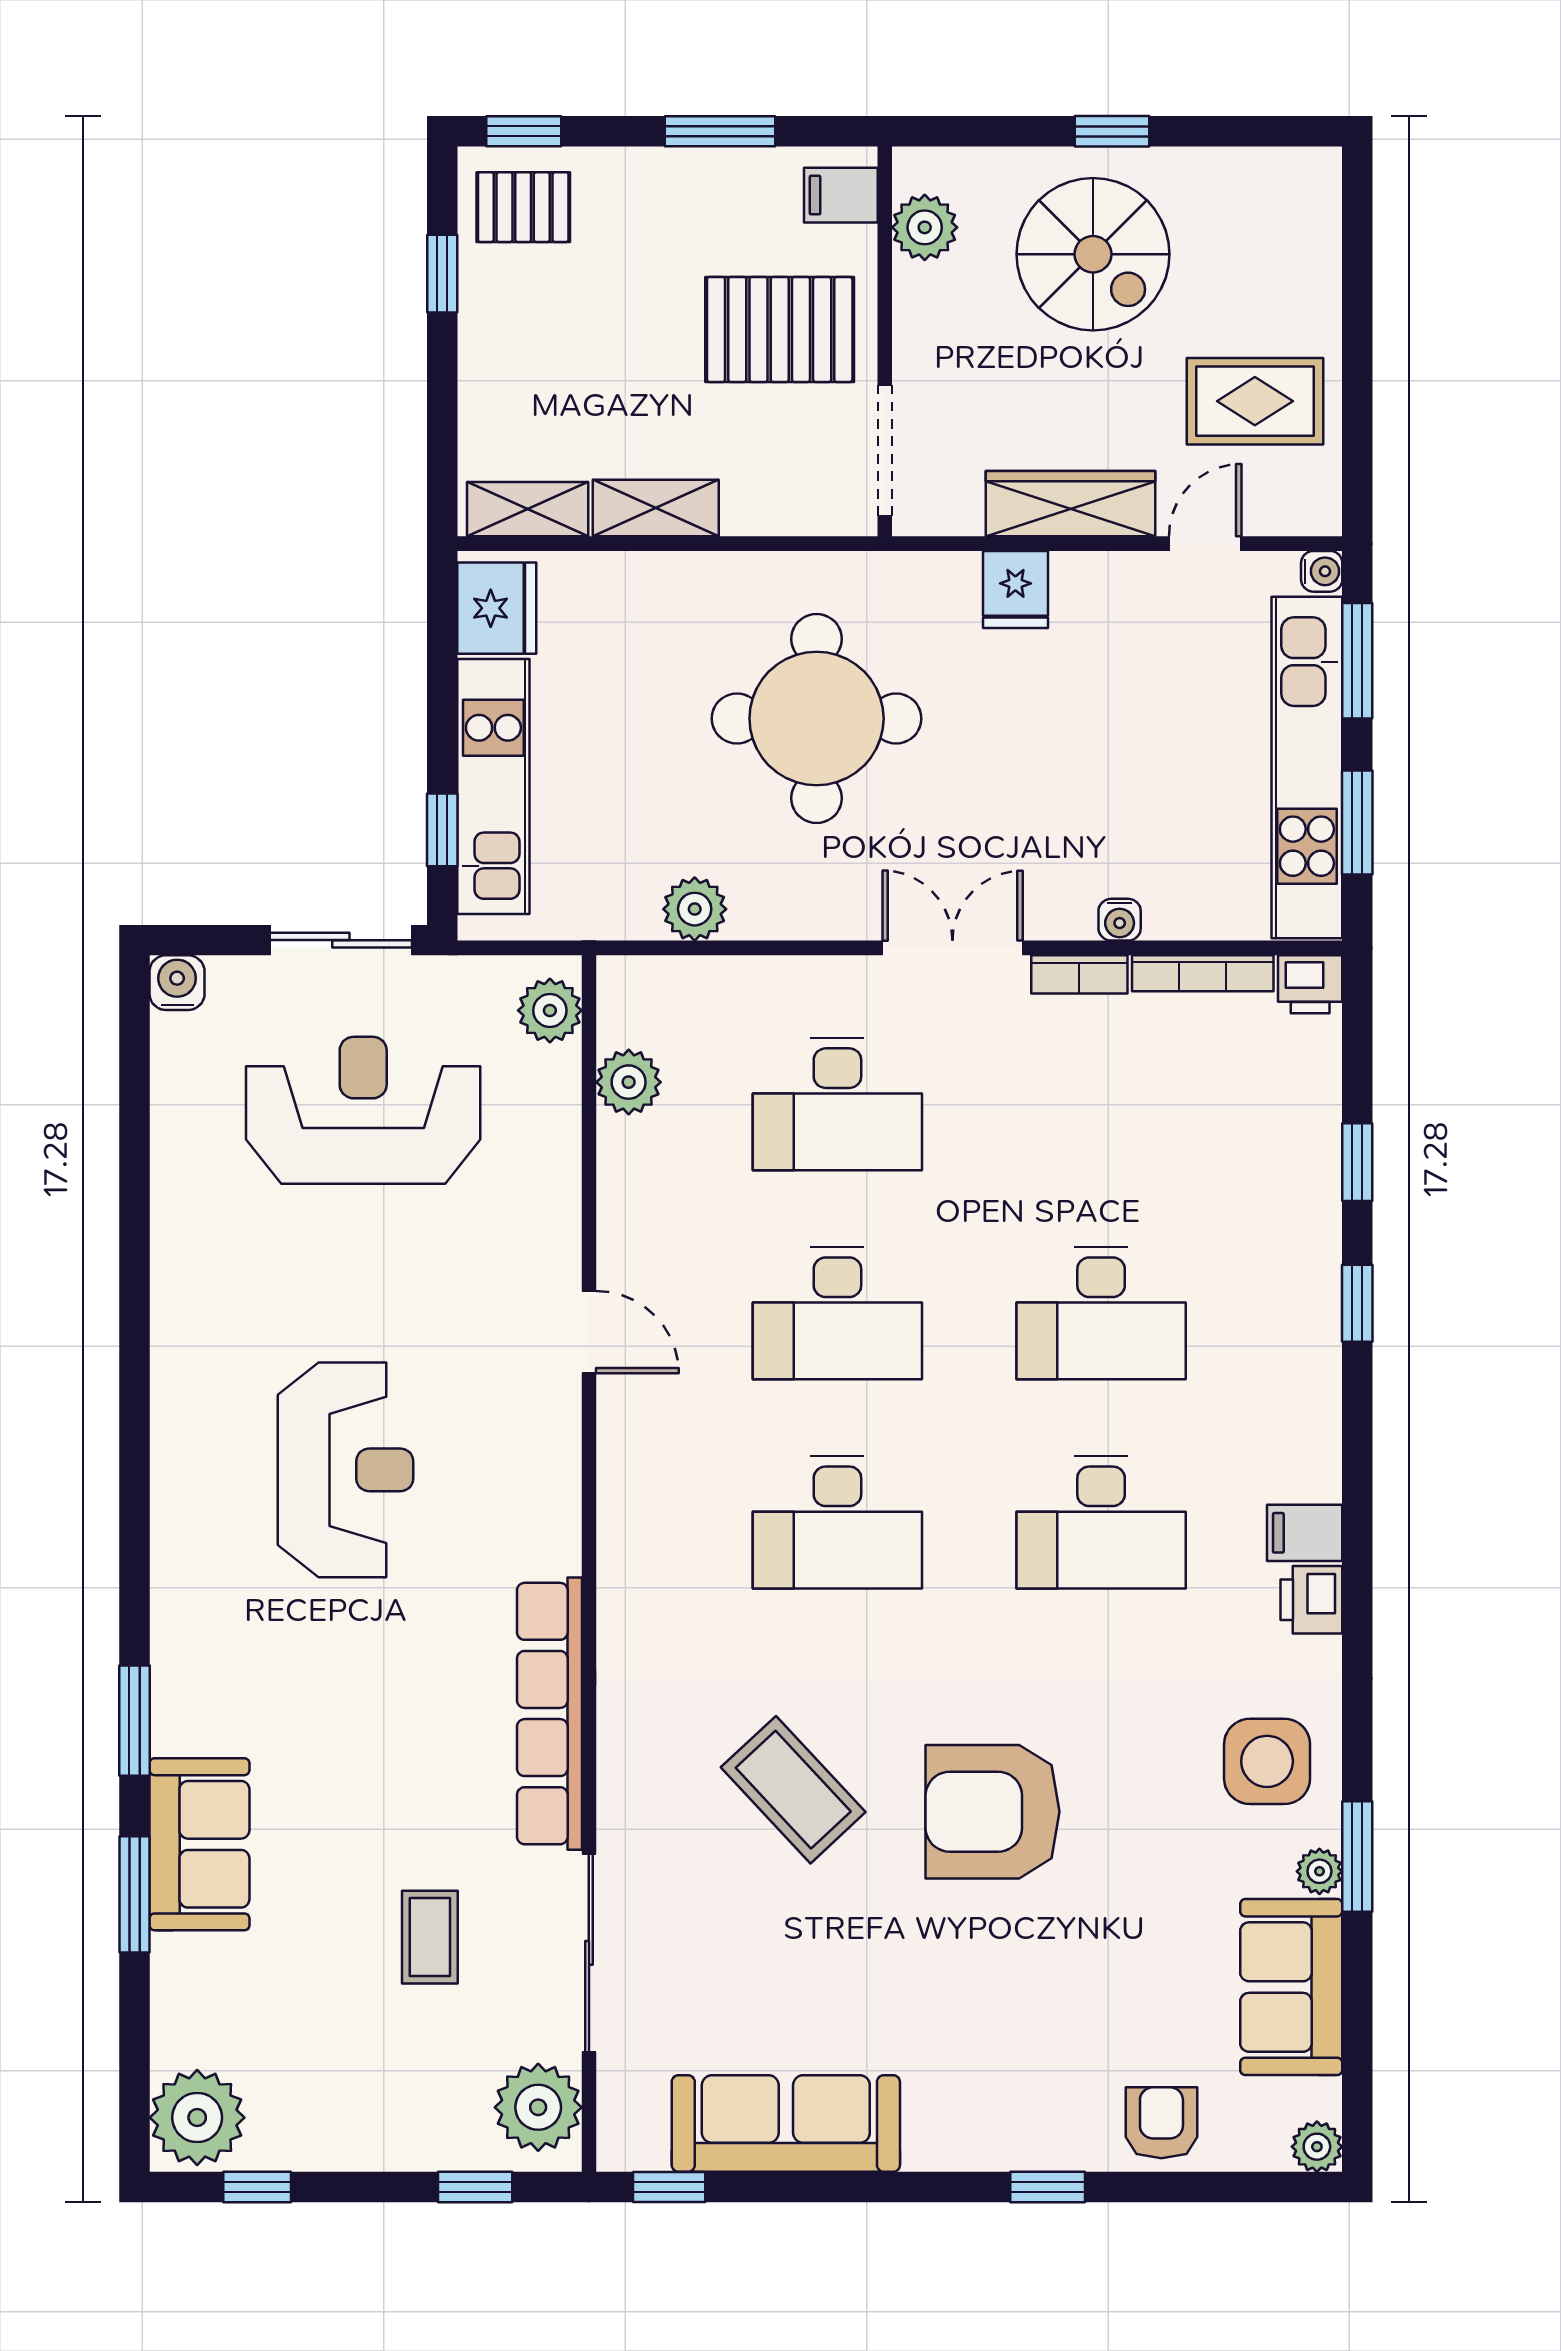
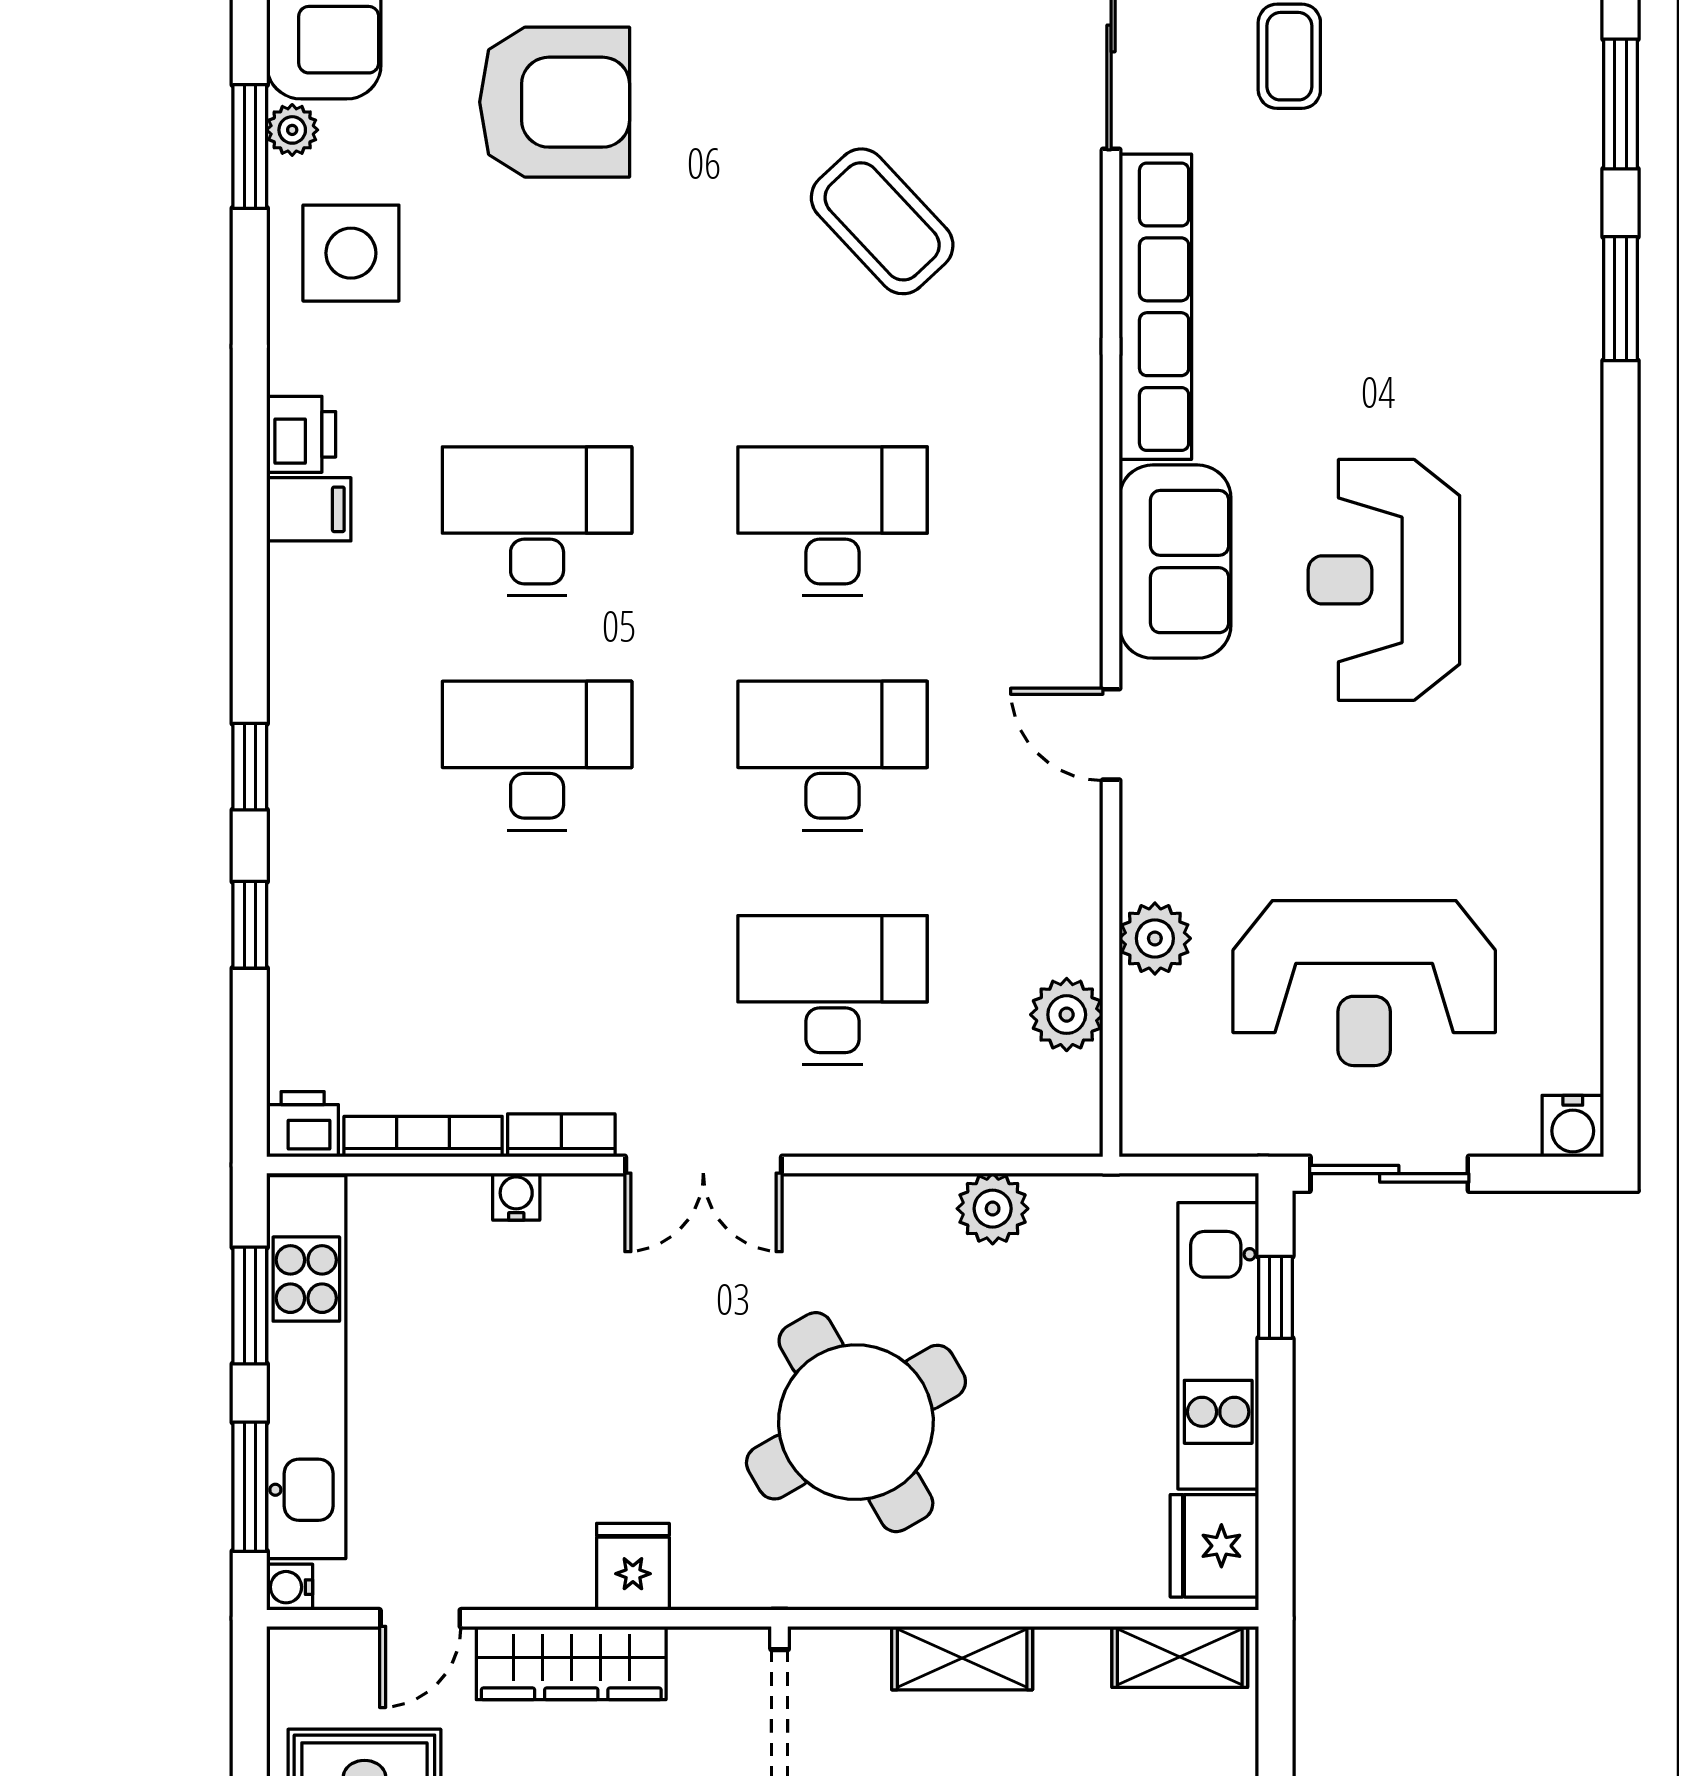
shelving: (656, 508) -> (962, 1658), moved
round table: (817, 719) -> (856, 1422), turned -30
plant: (550, 1010) -> (1155, 938), moved
armchair: (993, 1812) -> (555, 102), moved
sofa: (199, 1844) -> (1175, 562), moved, turned 180

